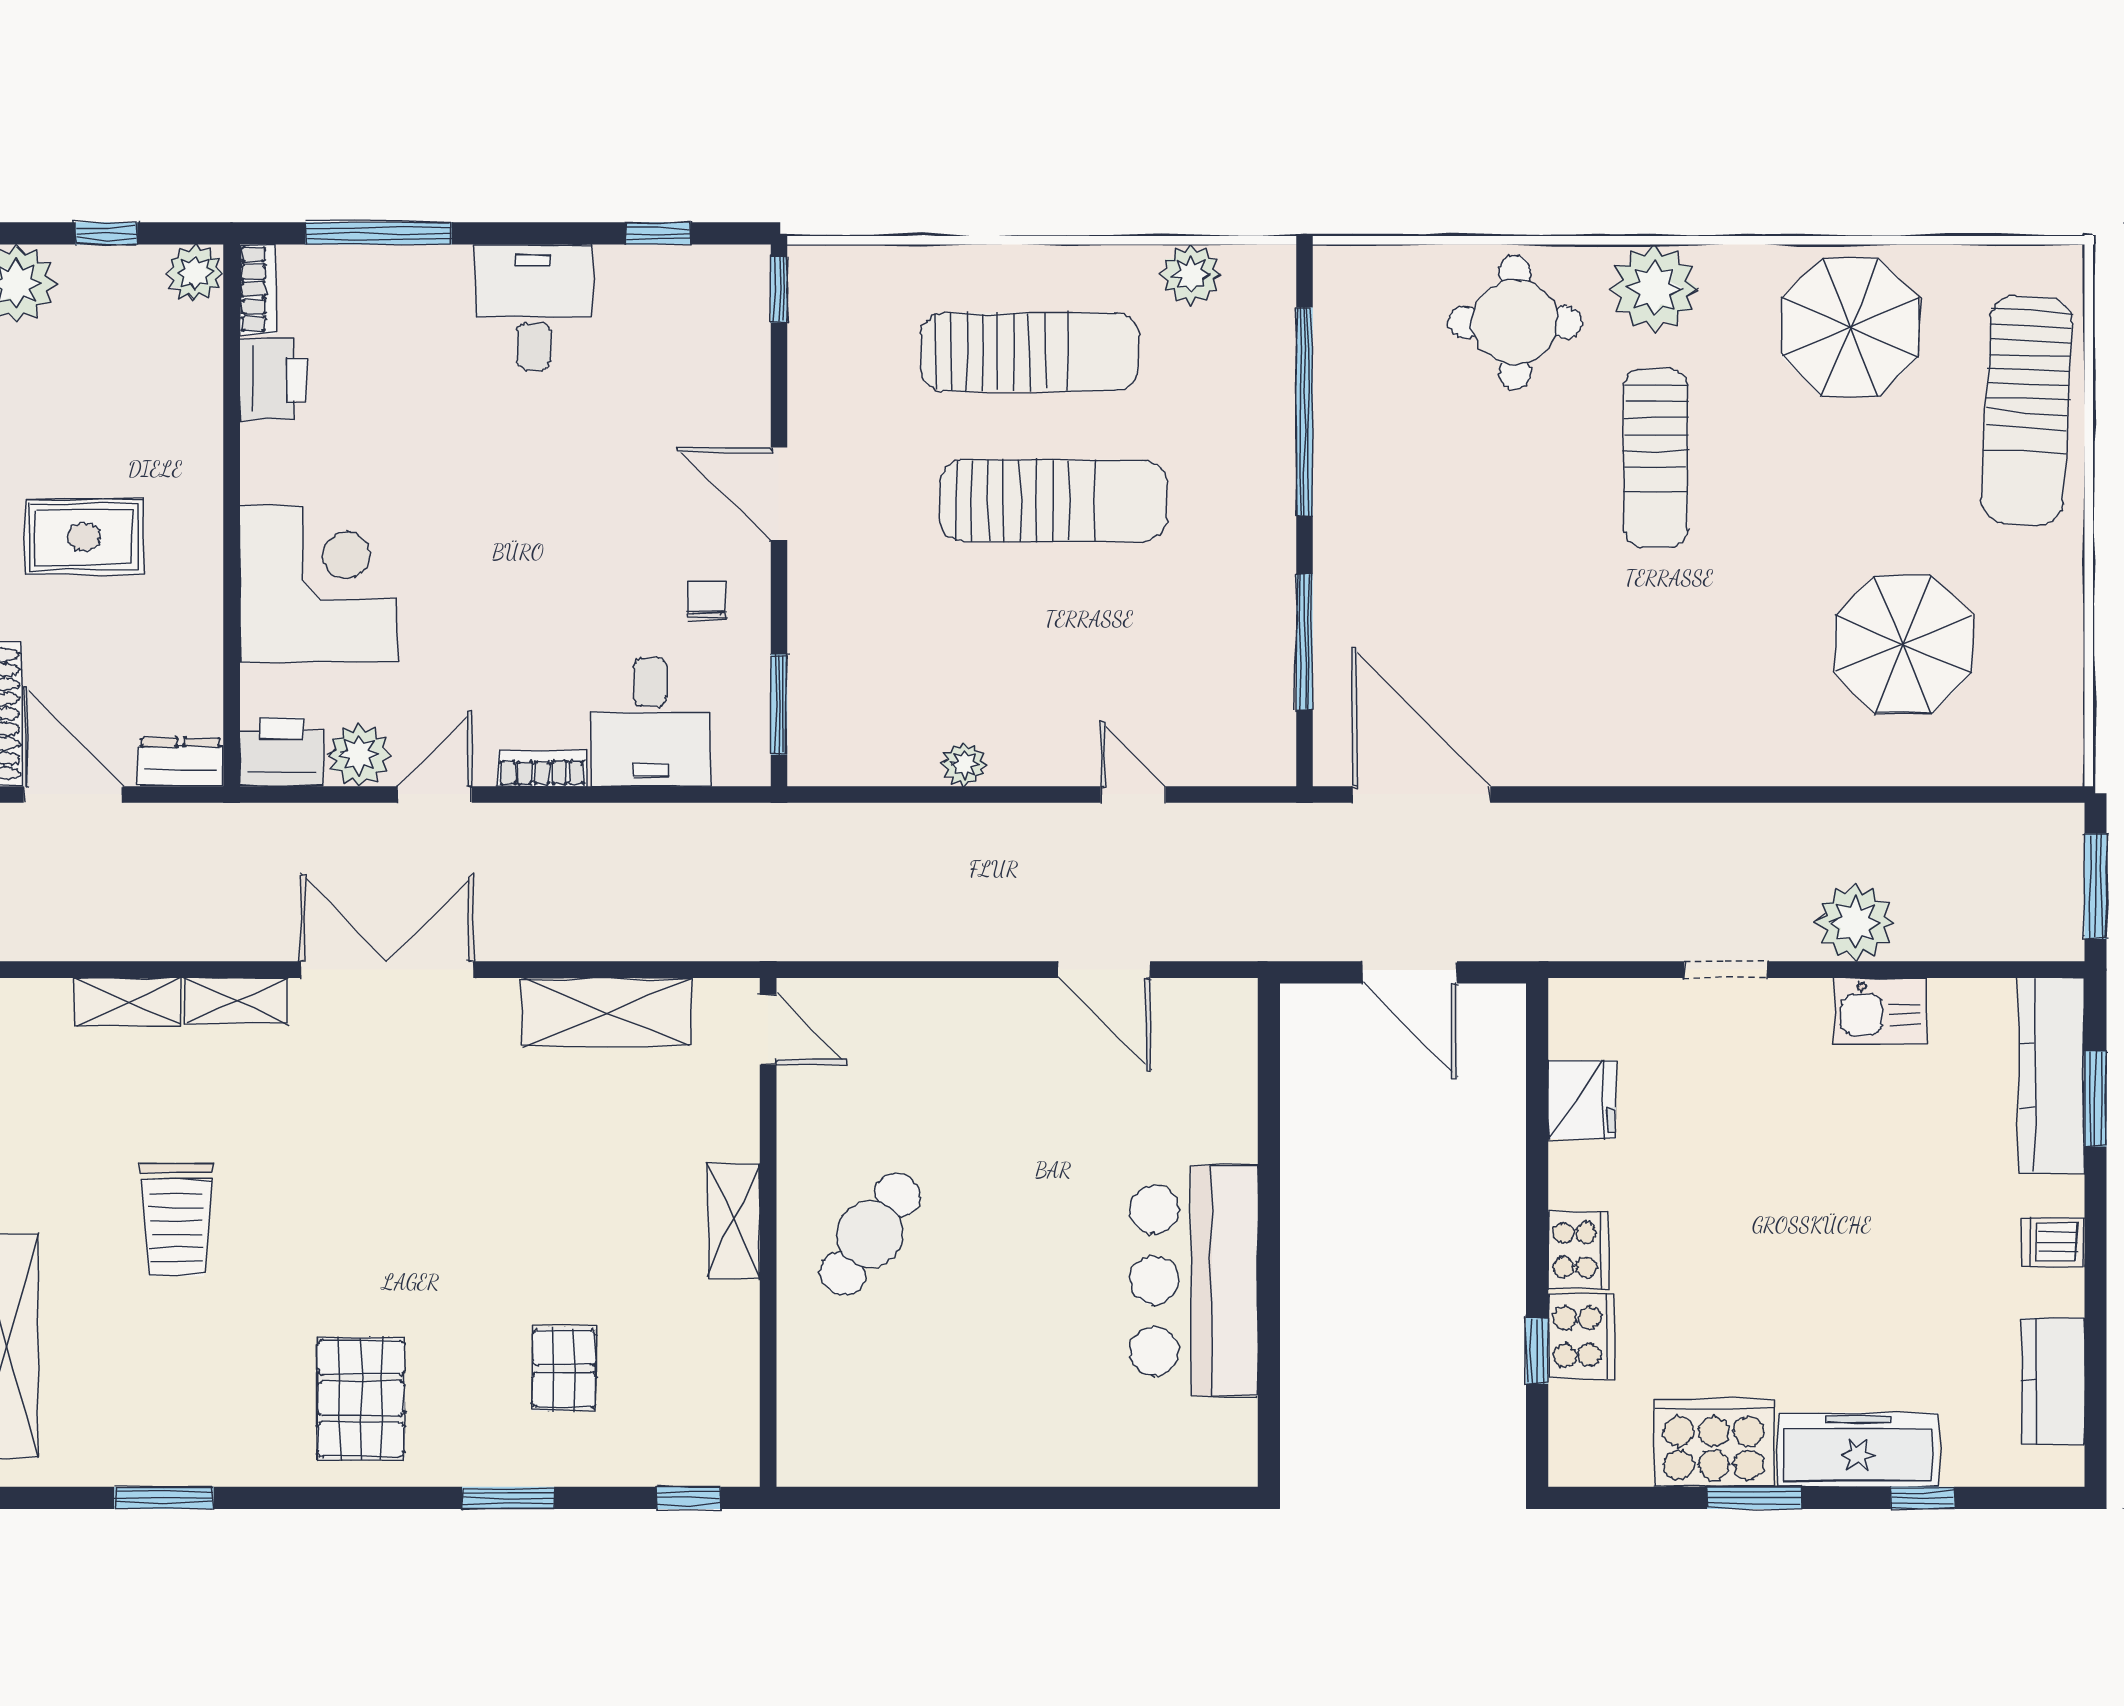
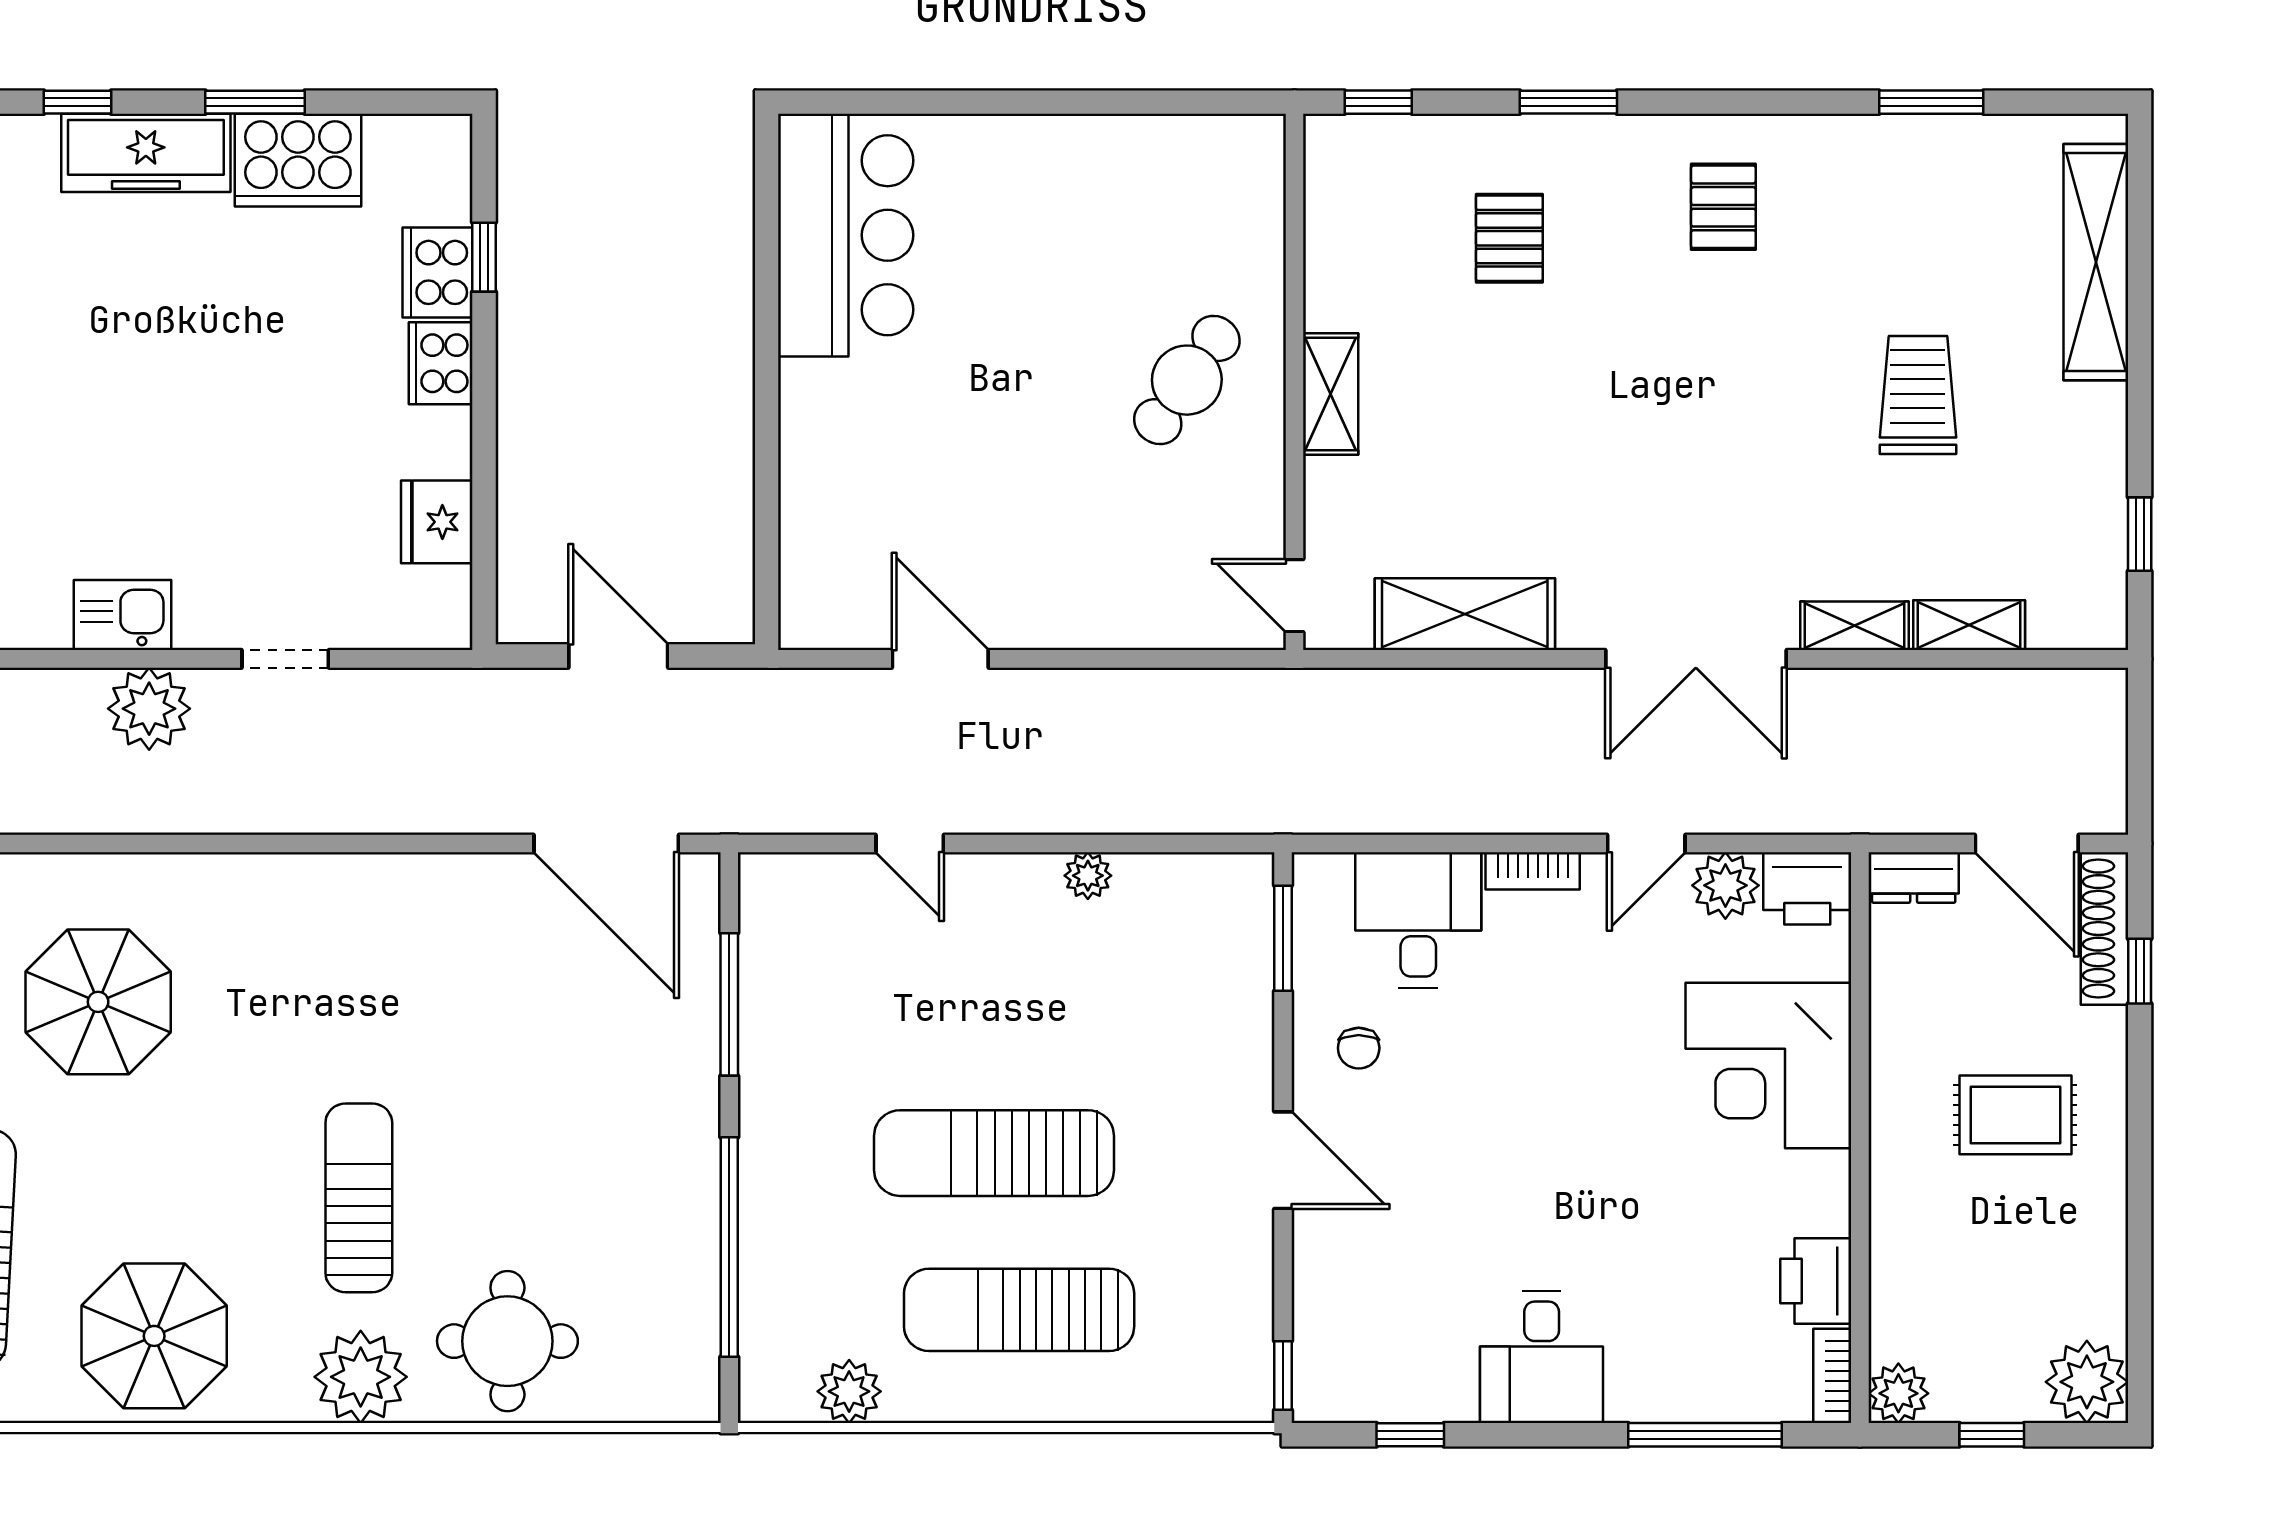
bar counter: (1194, 1280) -> (846, 235), moved
pallet: (361, 1399) -> (1723, 207), width x0.67, depth x0.71

